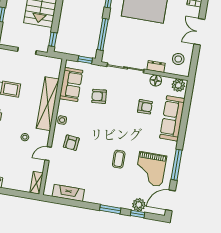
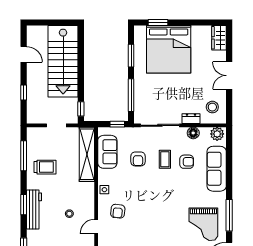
armchair: (99, 96) -> (138, 159), turned -85
shelving: (48, 104) -> (87, 154), moved
coffee table: (119, 159) -> (165, 159), moved

